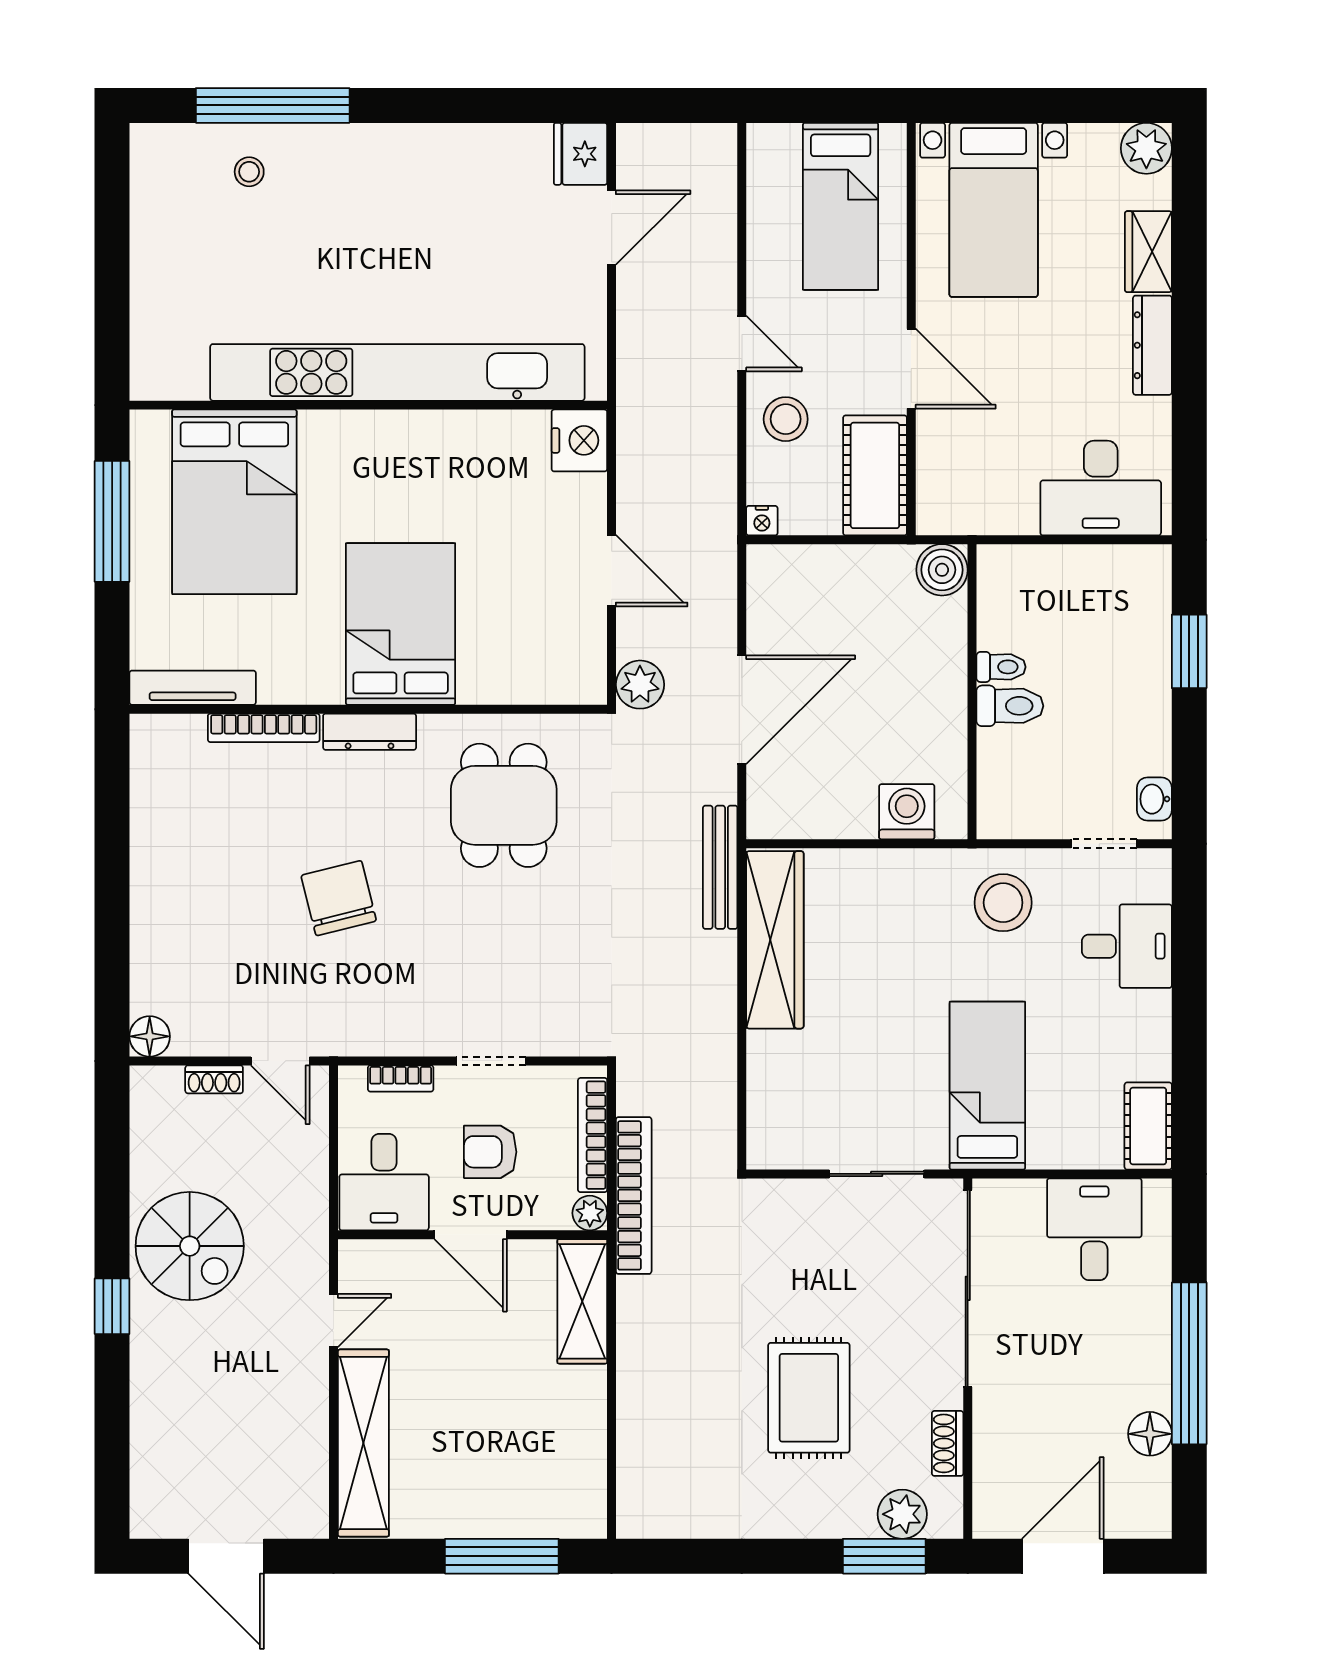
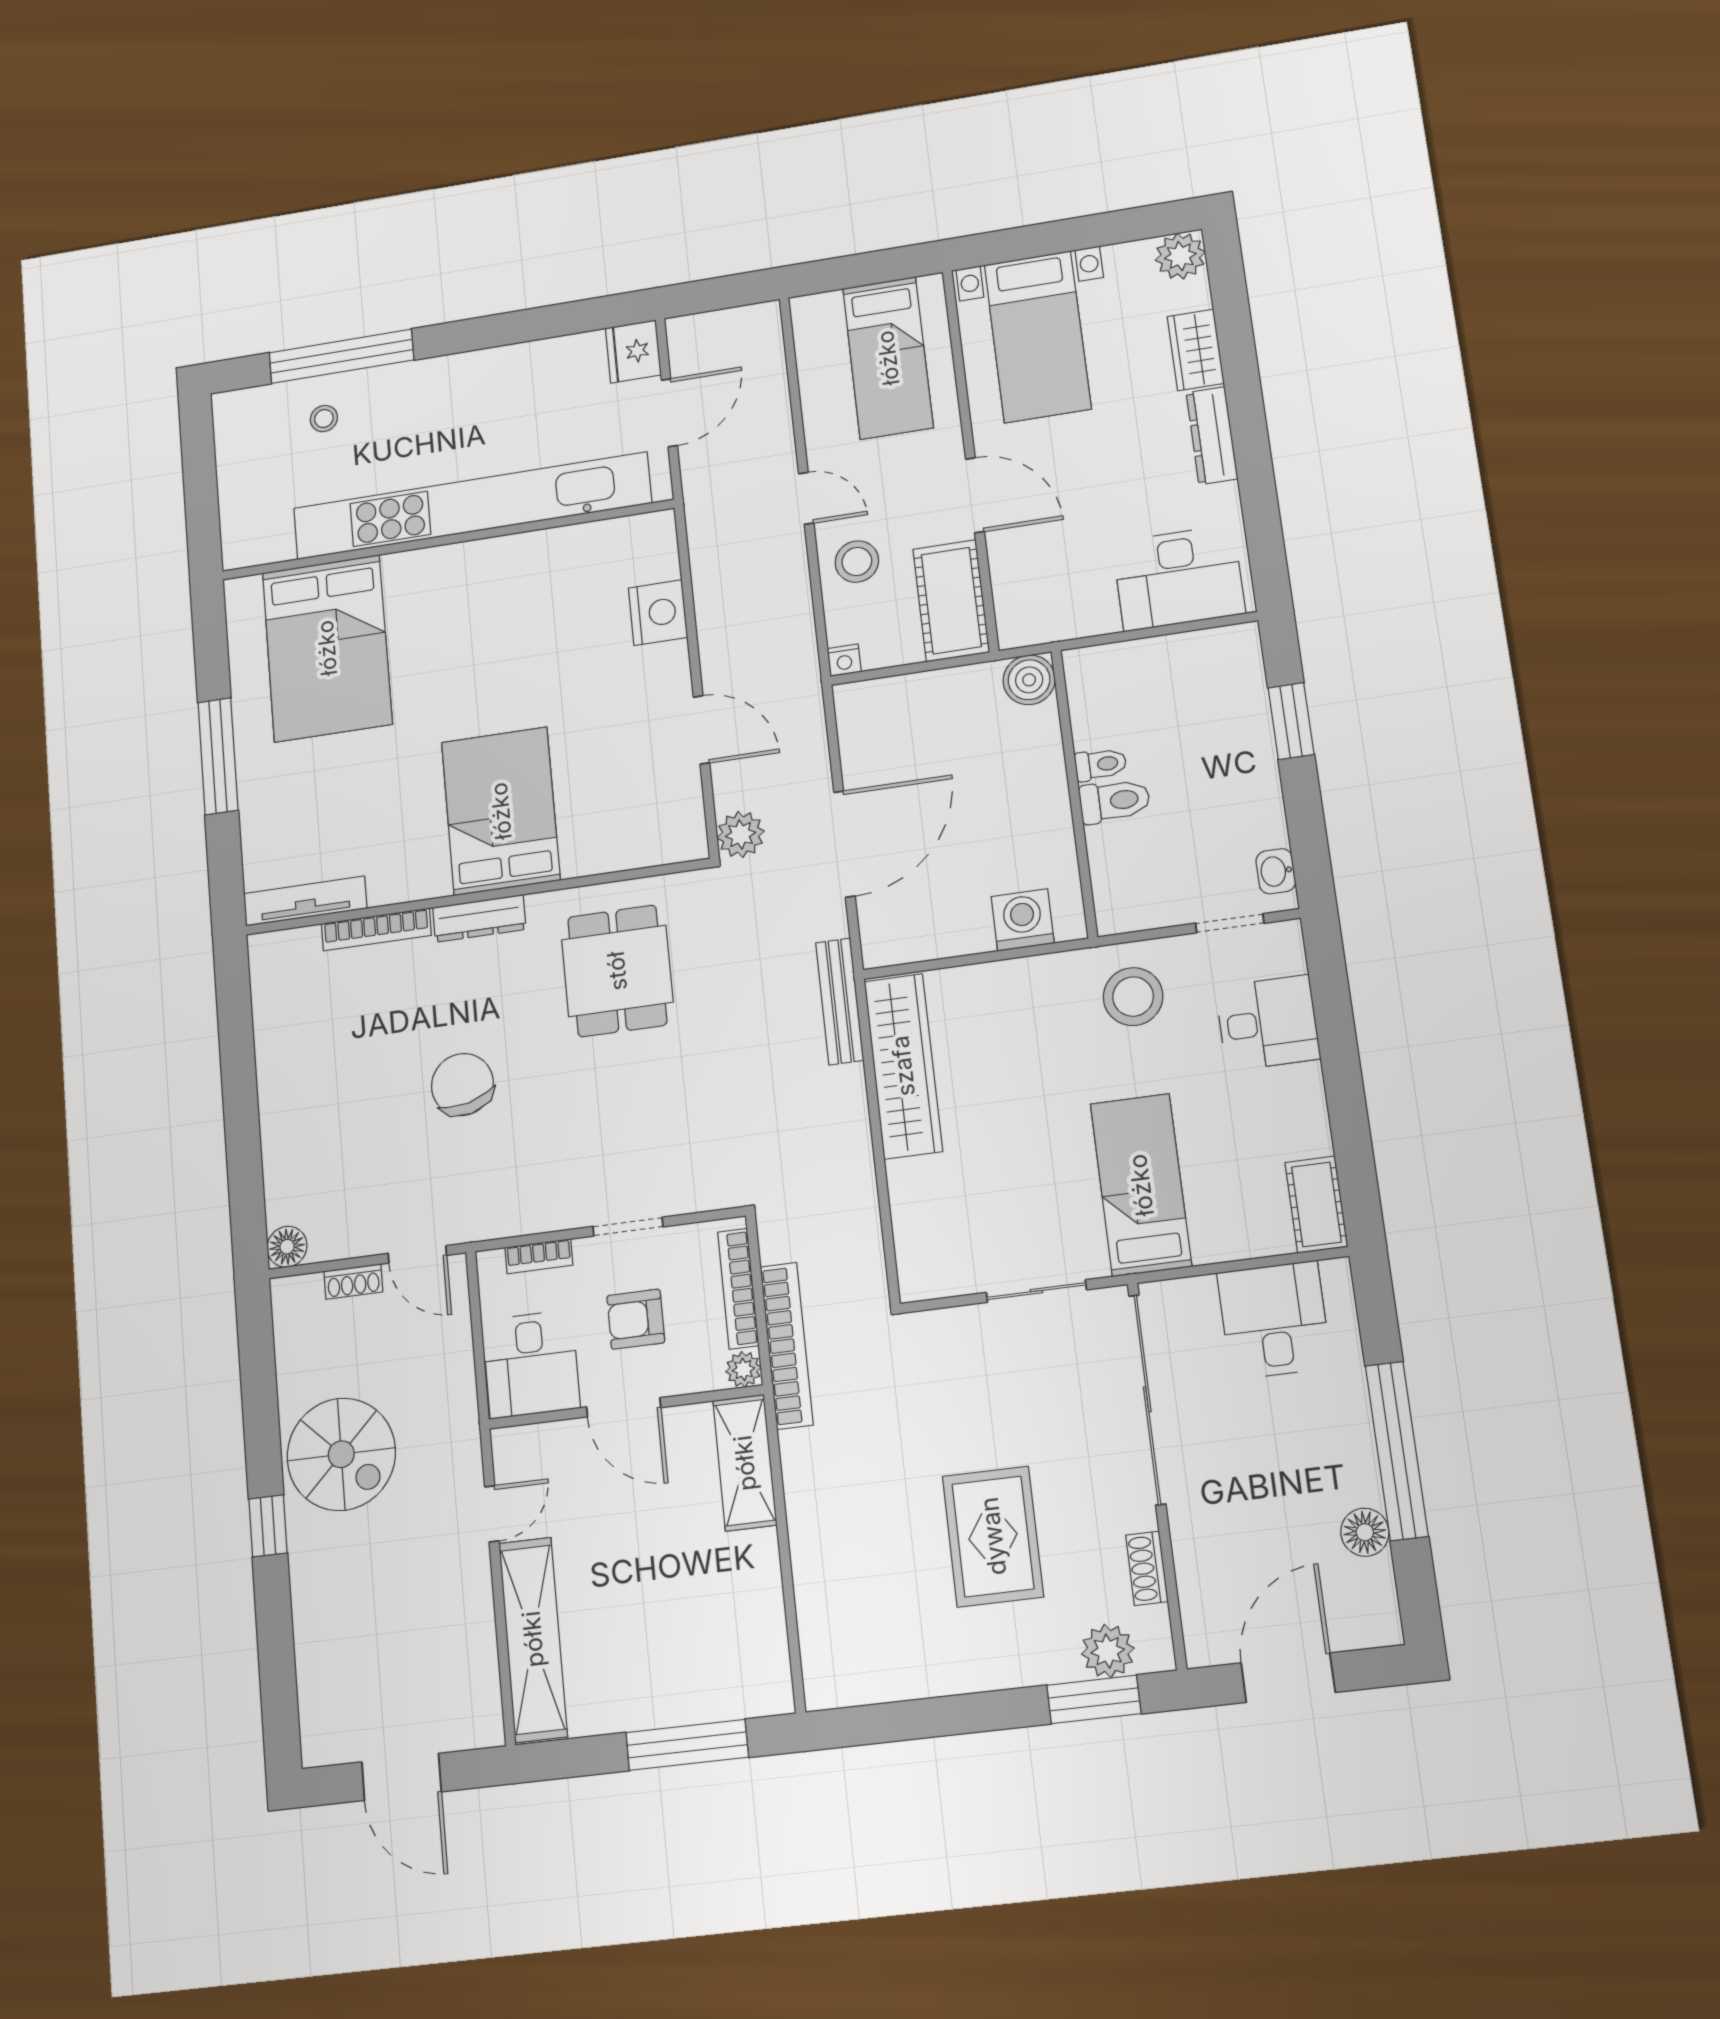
kitchen unit: (397, 372) -> (471, 506), moved
wall: (368, 405) -> (447, 540), moved
bed: (234, 502) -> (327, 648), moved

